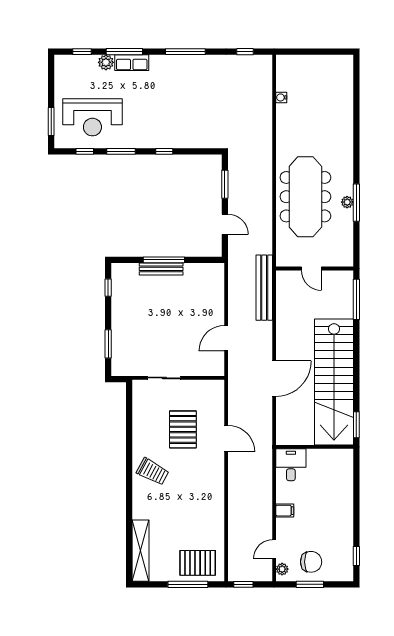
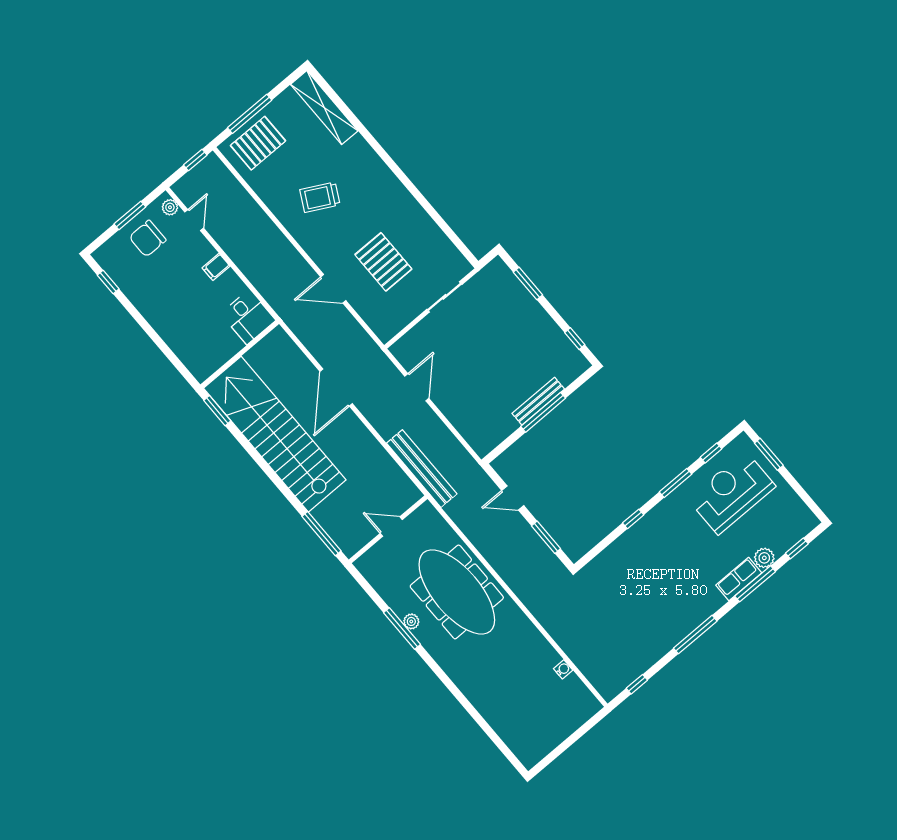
trolley: (153, 472) -> (320, 197), moved

